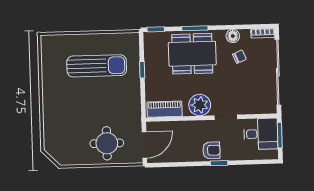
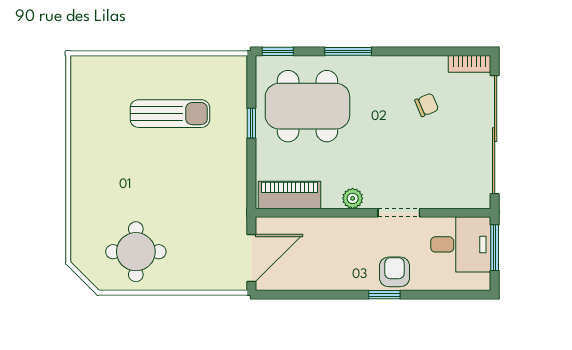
floor lamp: (233, 36) -> (416, 67), removed
dining table: (192, 54) -> (307, 106), moved
sun lounger: (97, 66) -> (170, 114), width x0.73, depth x0.75
plant: (200, 105) -> (353, 198), width x0.53, depth x0.53
round table: (107, 143) -> (136, 252), moved
armchair: (211, 150) -> (395, 272), moved, turned -90

